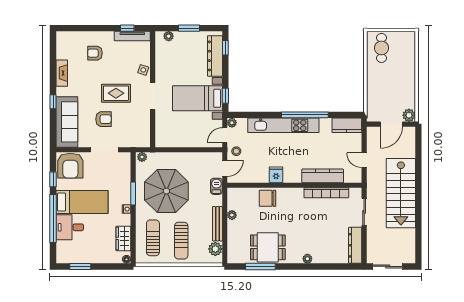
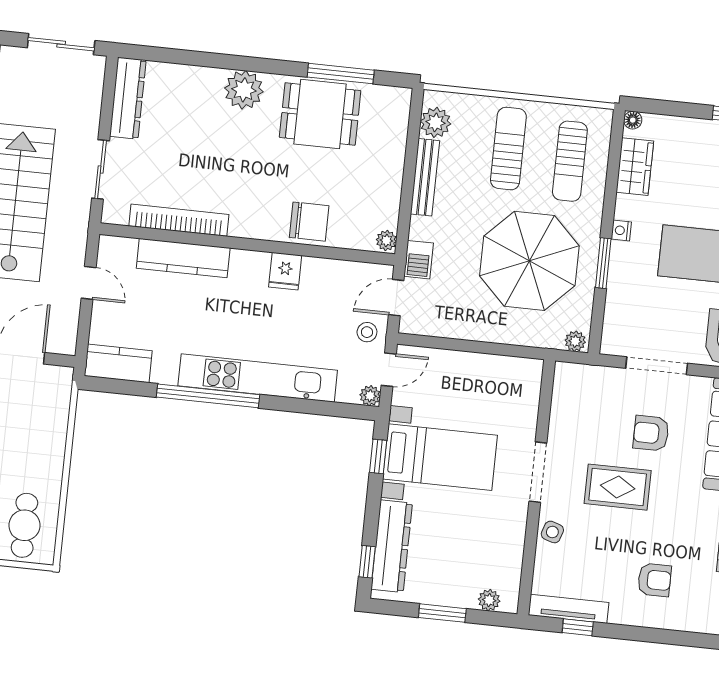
plant: (232, 215) -> (386, 240), moved
plant: (307, 259) -> (244, 90), width x1.87, depth x1.87

